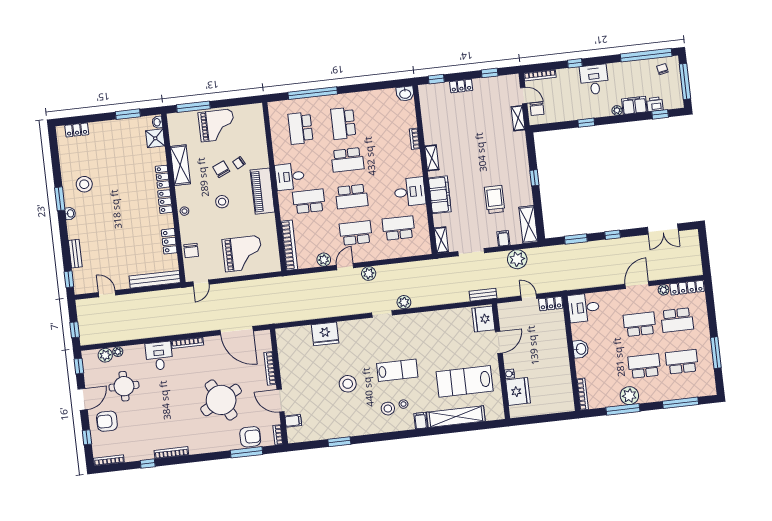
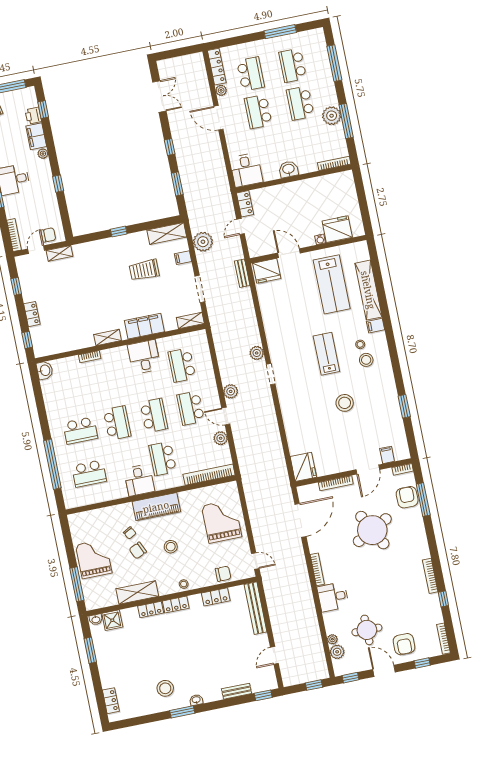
fridge: (325, 334) -> (303, 467), moved

